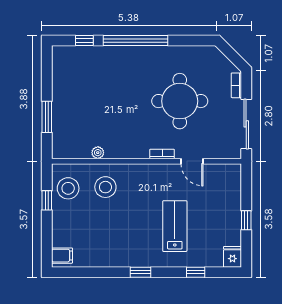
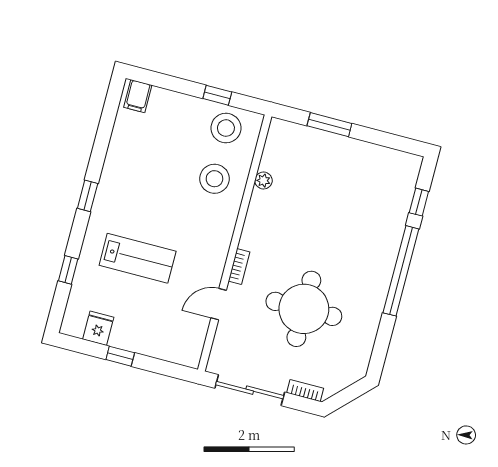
fridge: (232, 257) -> (98, 328), moved, turned -90

